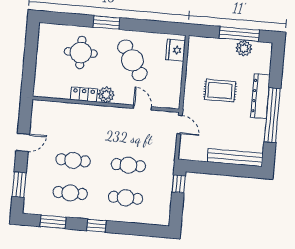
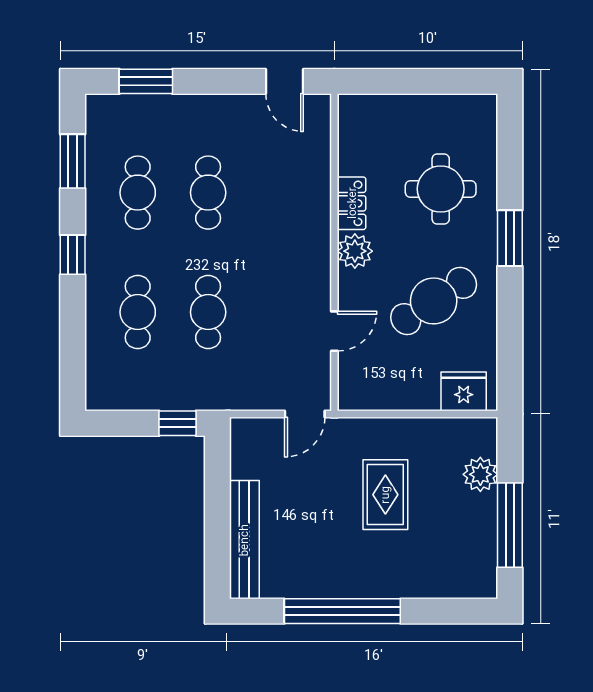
plant: (244, 48) -> (480, 474), moved
dresser: (260, 96) -> (381, 582), removed
door: (23, 142) -> (285, 81), moved

